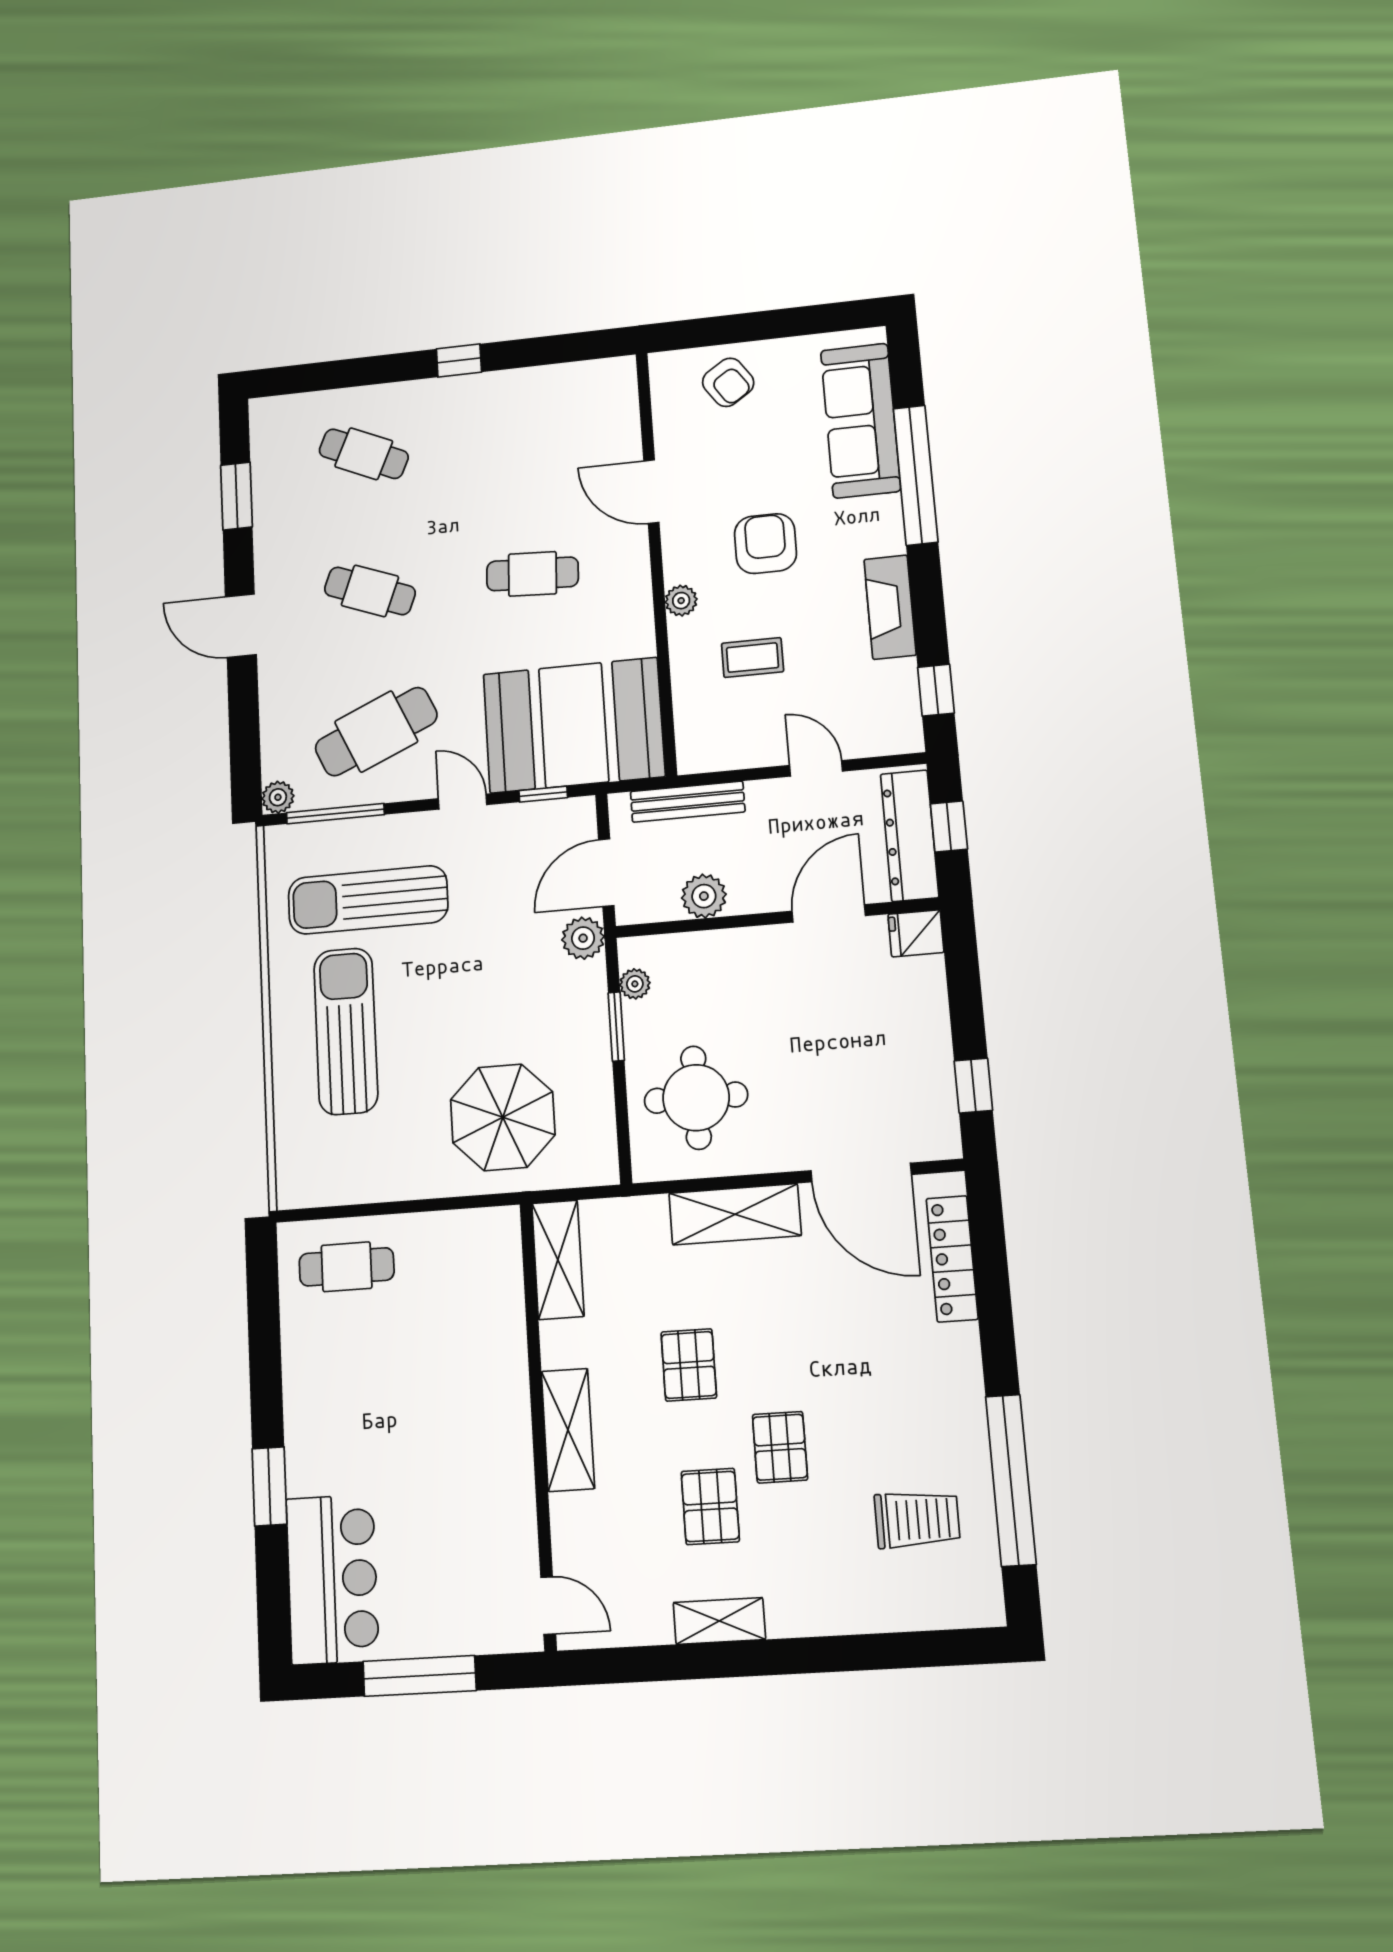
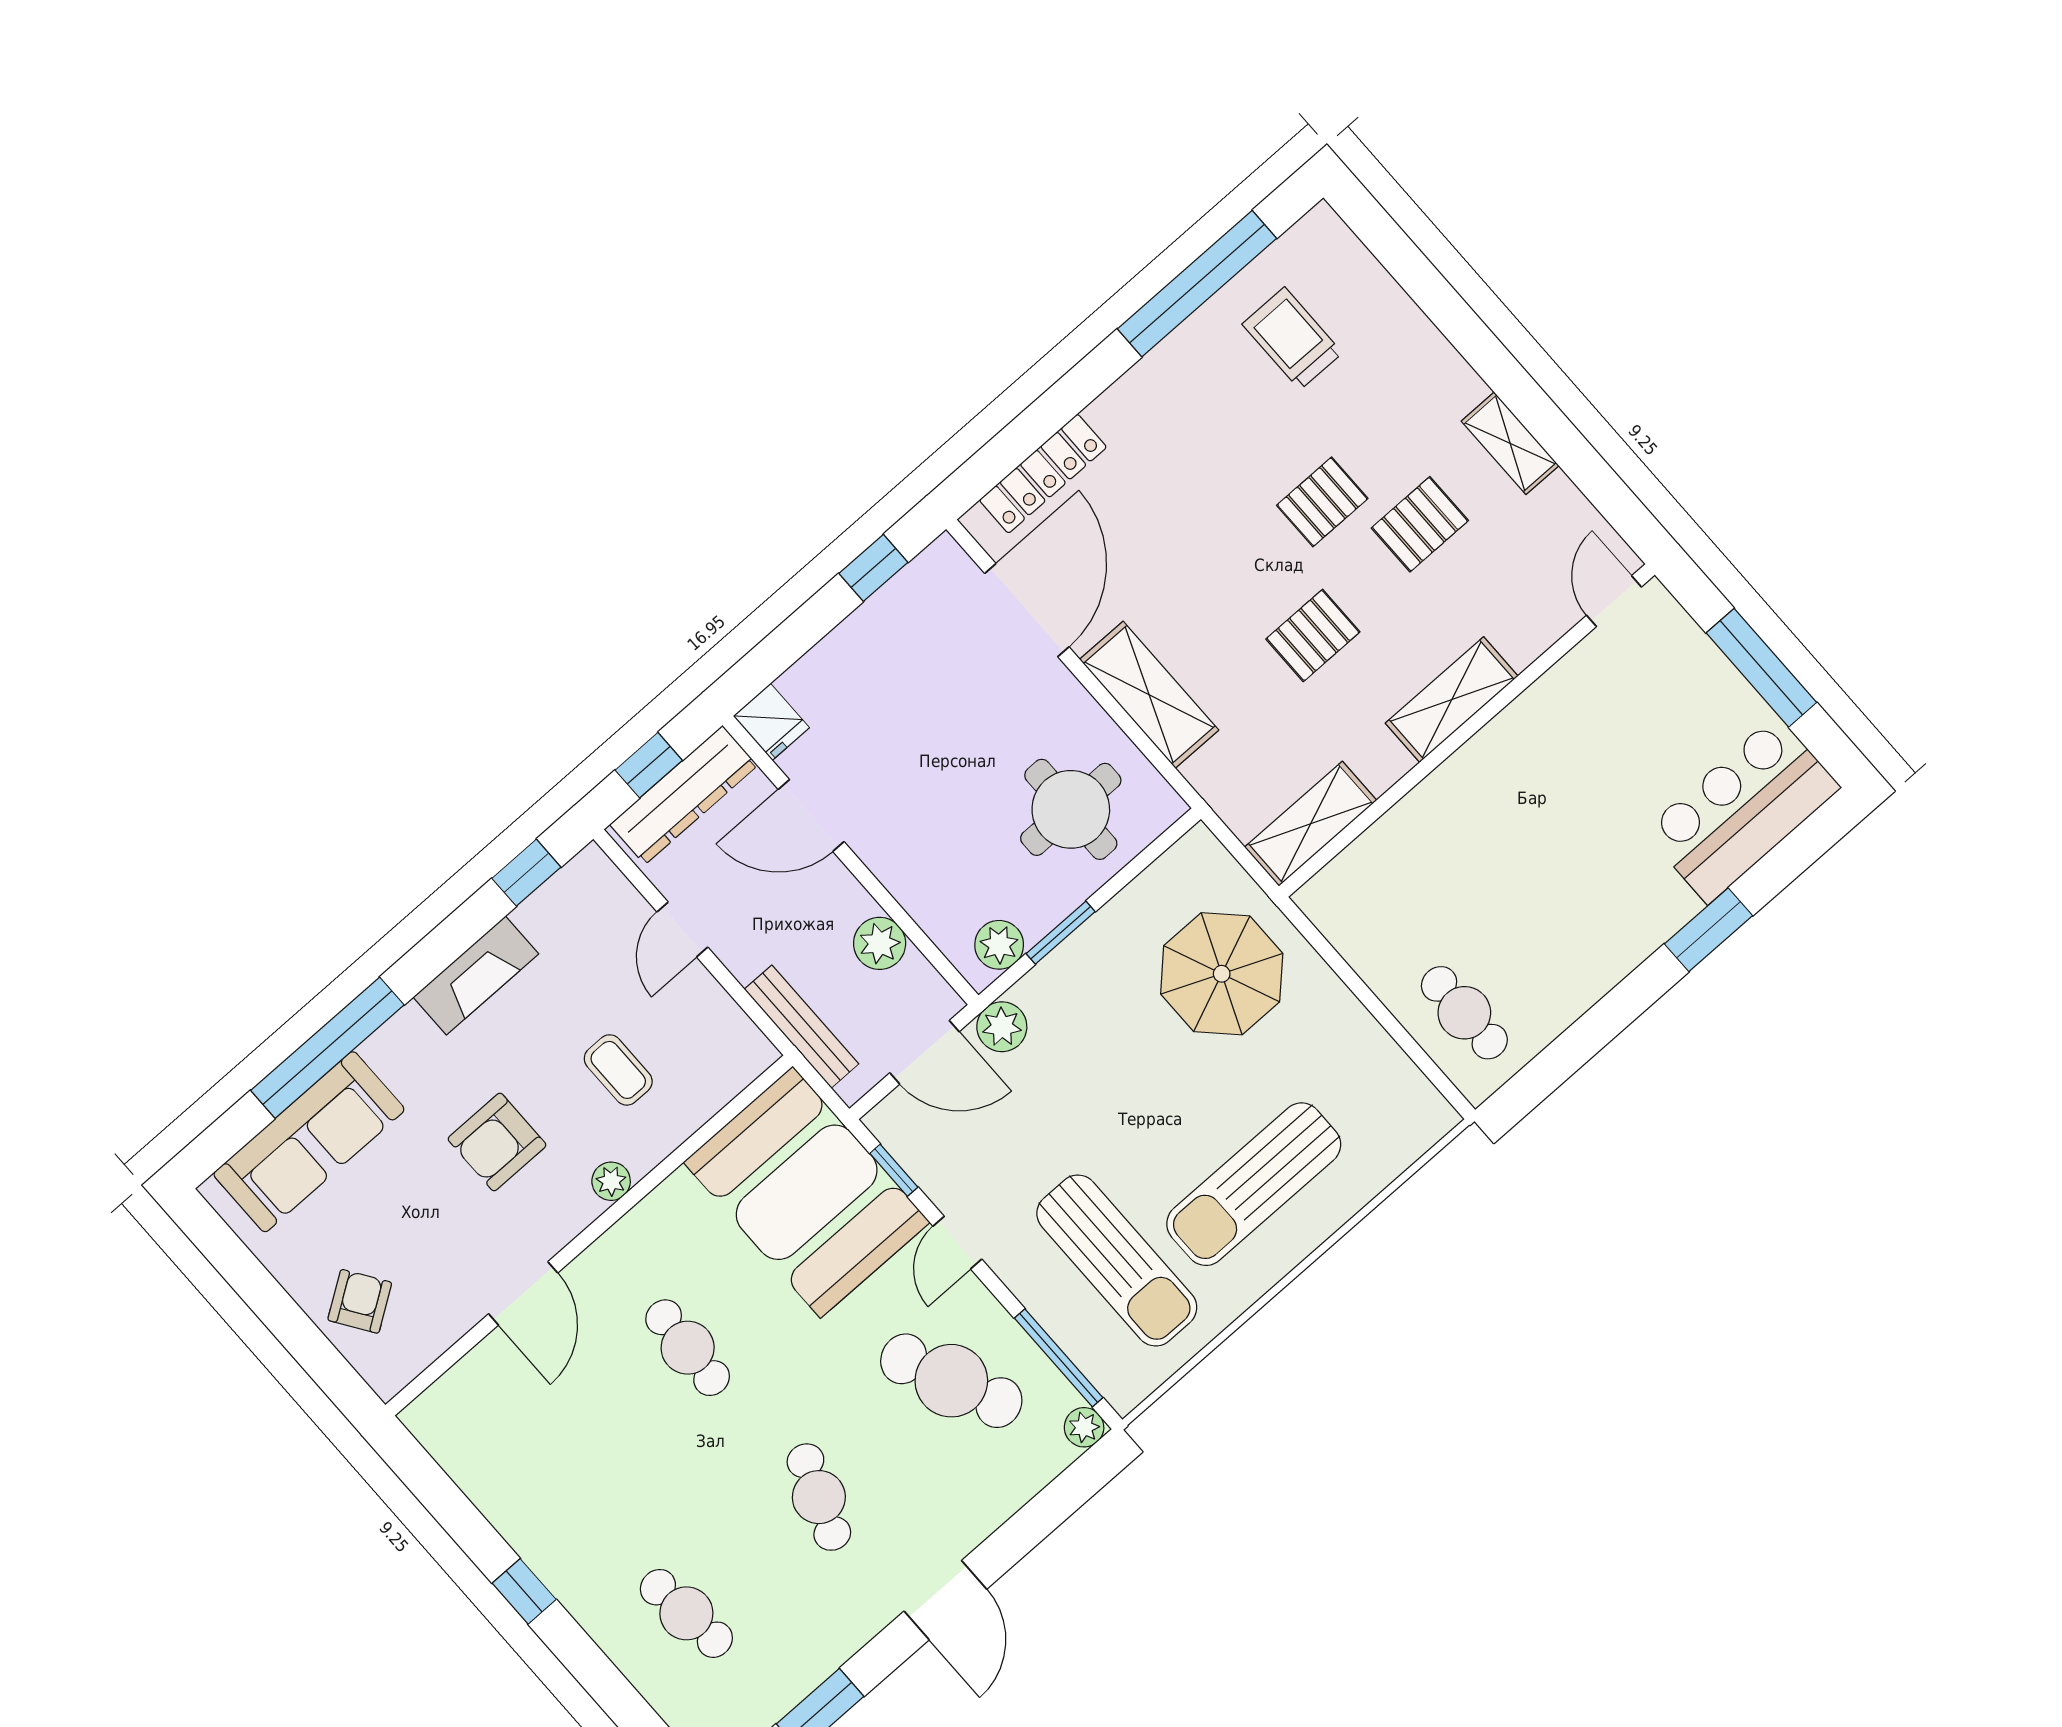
cafe table: (364, 454) -> (686, 1613), turned -30
plant: (635, 984) -> (999, 945), width x1.38, depth x1.38

